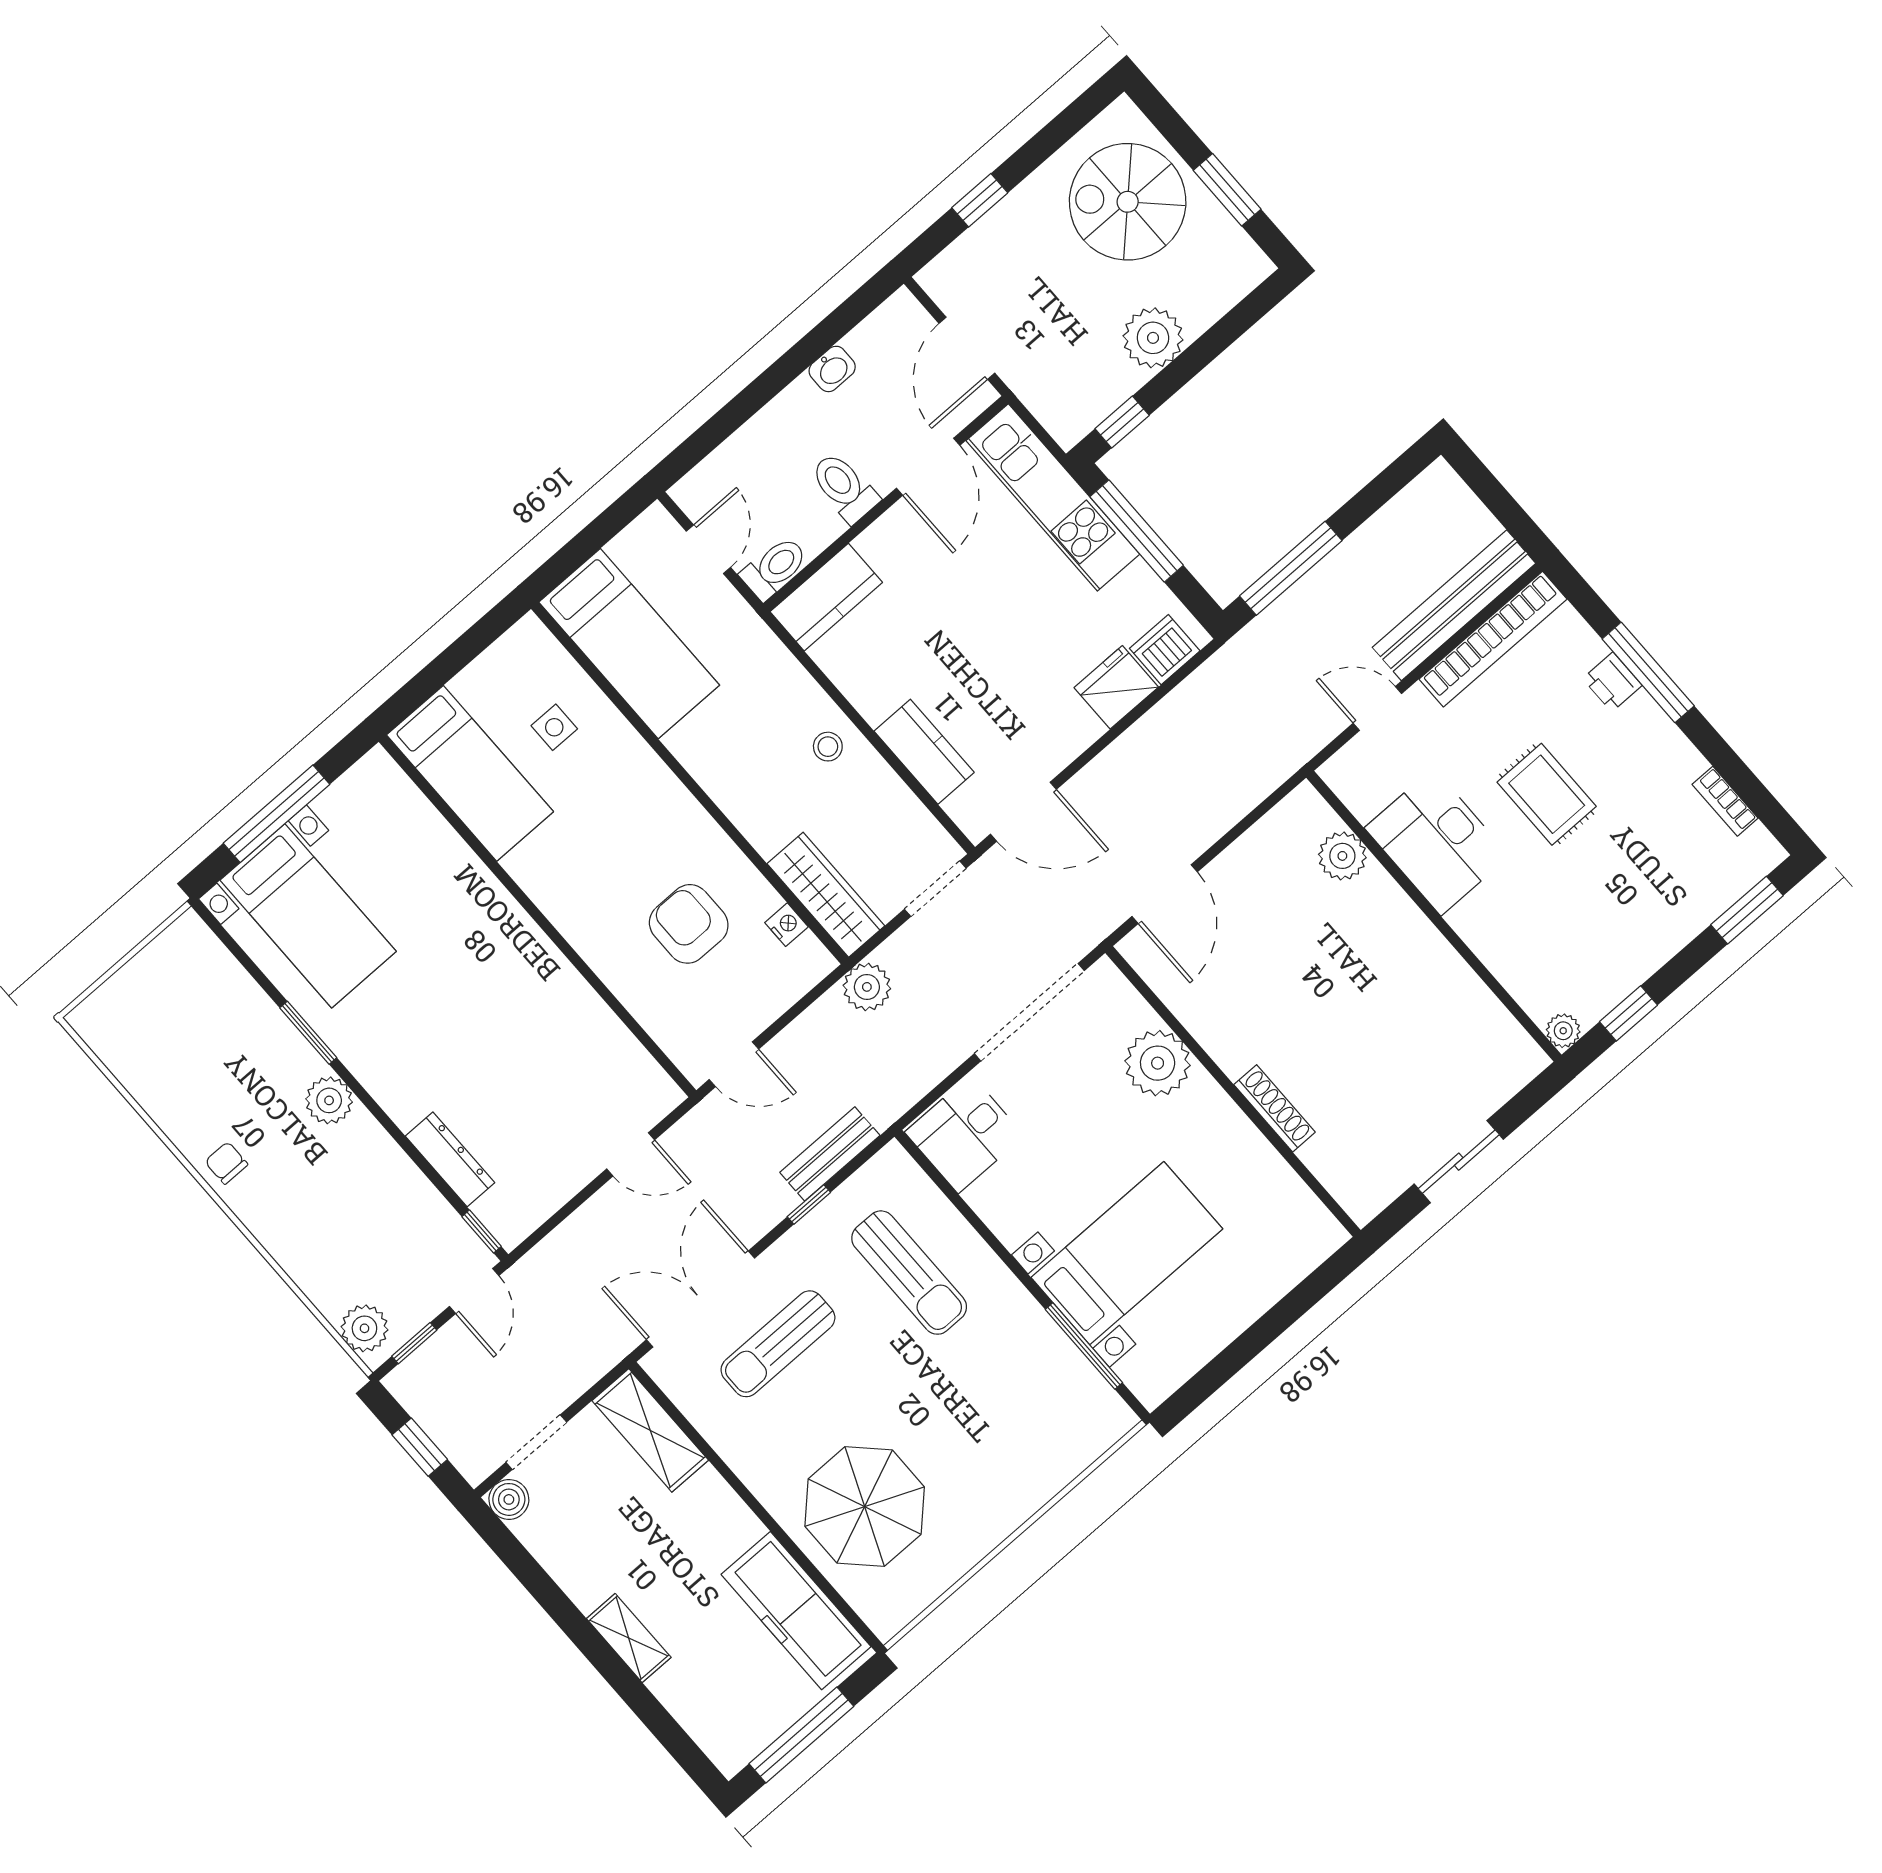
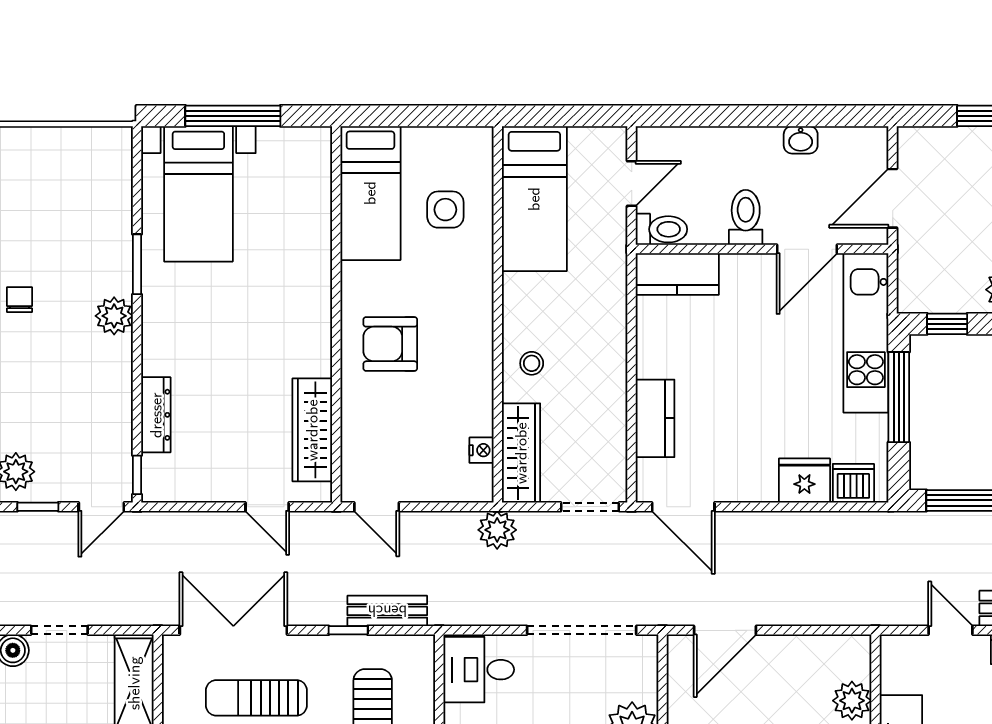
side table: (554, 727) -> (445, 210), width x1.37, depth x1.37
stool: (828, 747) -> (532, 363), moved
armchair: (689, 924) -> (390, 344), moved, turned -90
wardrobe: (610, 1045) -> (312, 430), added

